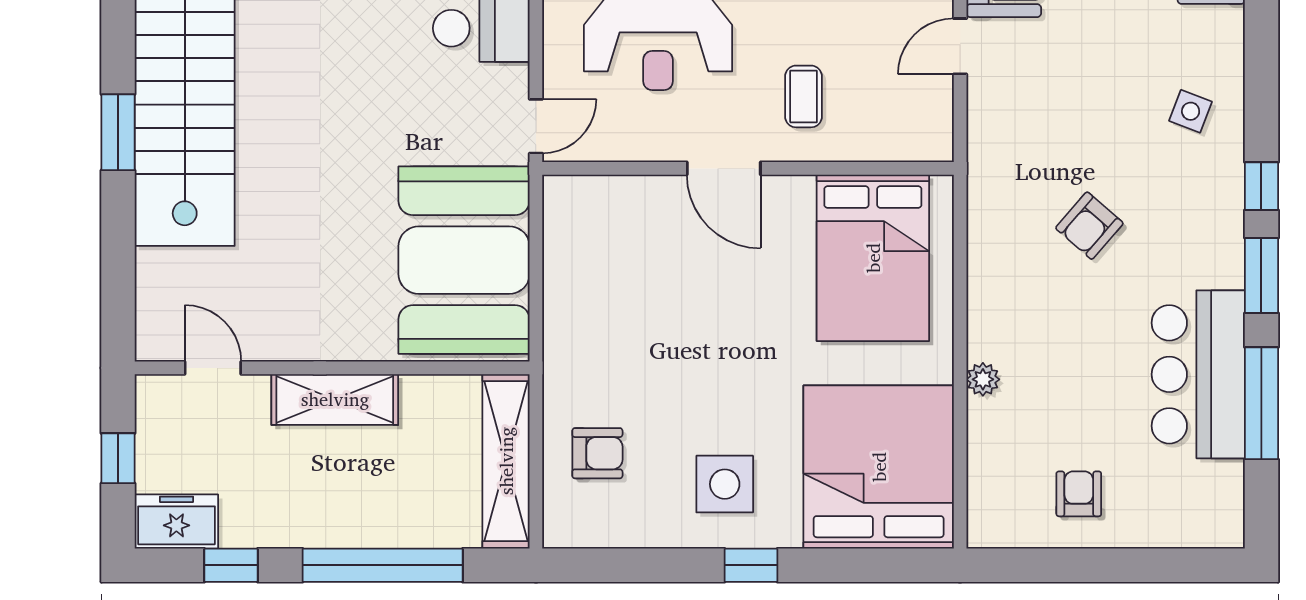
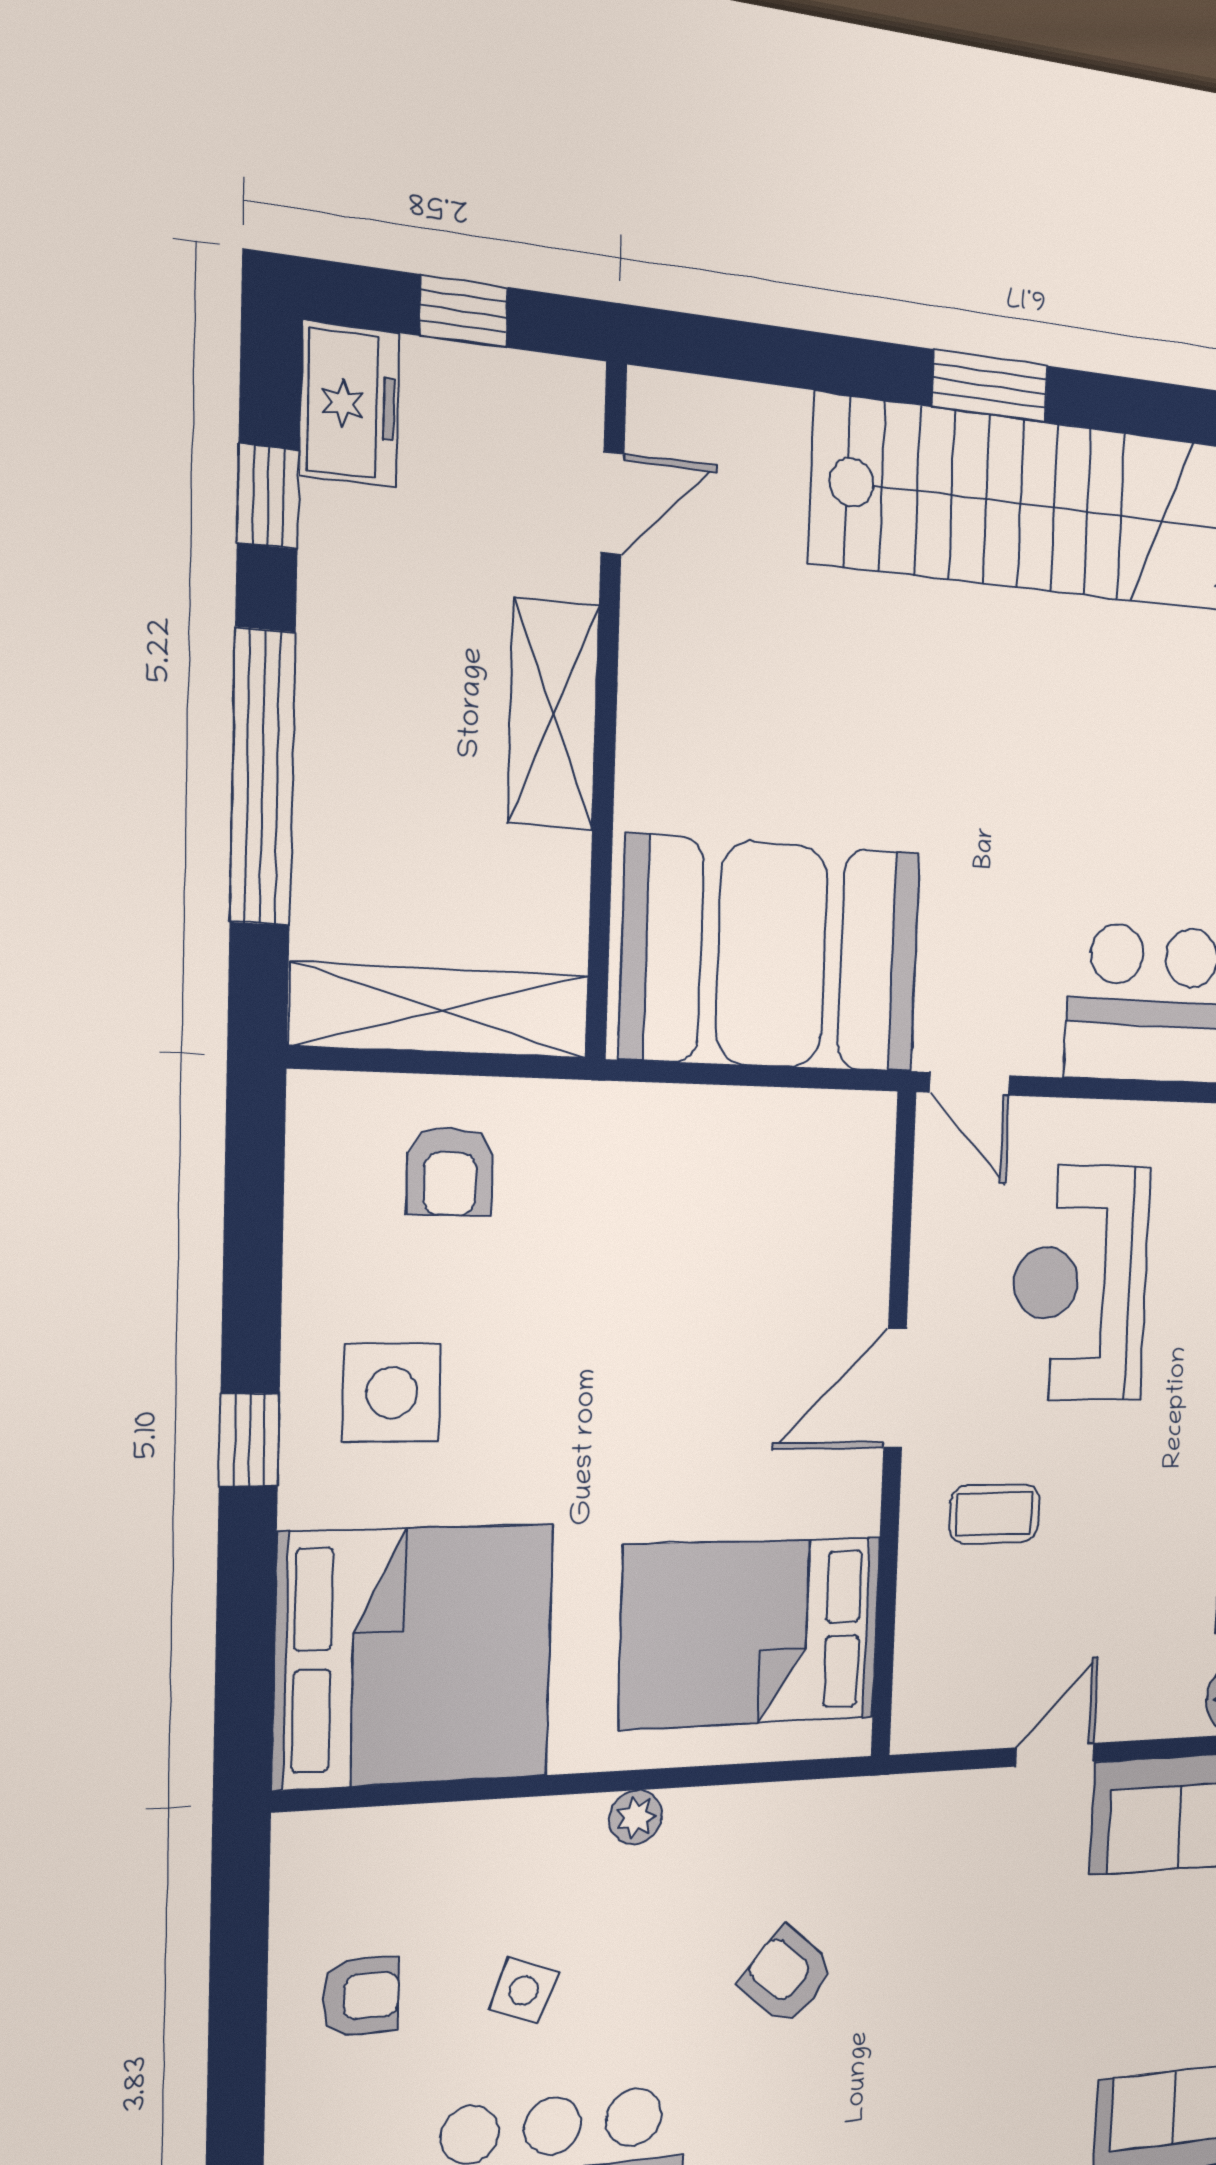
door: (960, 46) -> (1055, 1755), hinge flipped
side table: (1191, 111) -> (524, 1991), moved
plant: (983, 379) -> (636, 1817), moved

